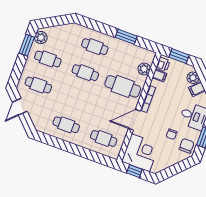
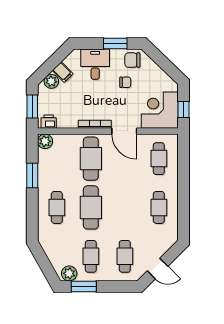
plant: (144, 69) -> (45, 141), moved
cafe table: (85, 73) -> (91, 207), width x1.37, depth x1.35
filing cabinet: (159, 76) -> (63, 121), removed

